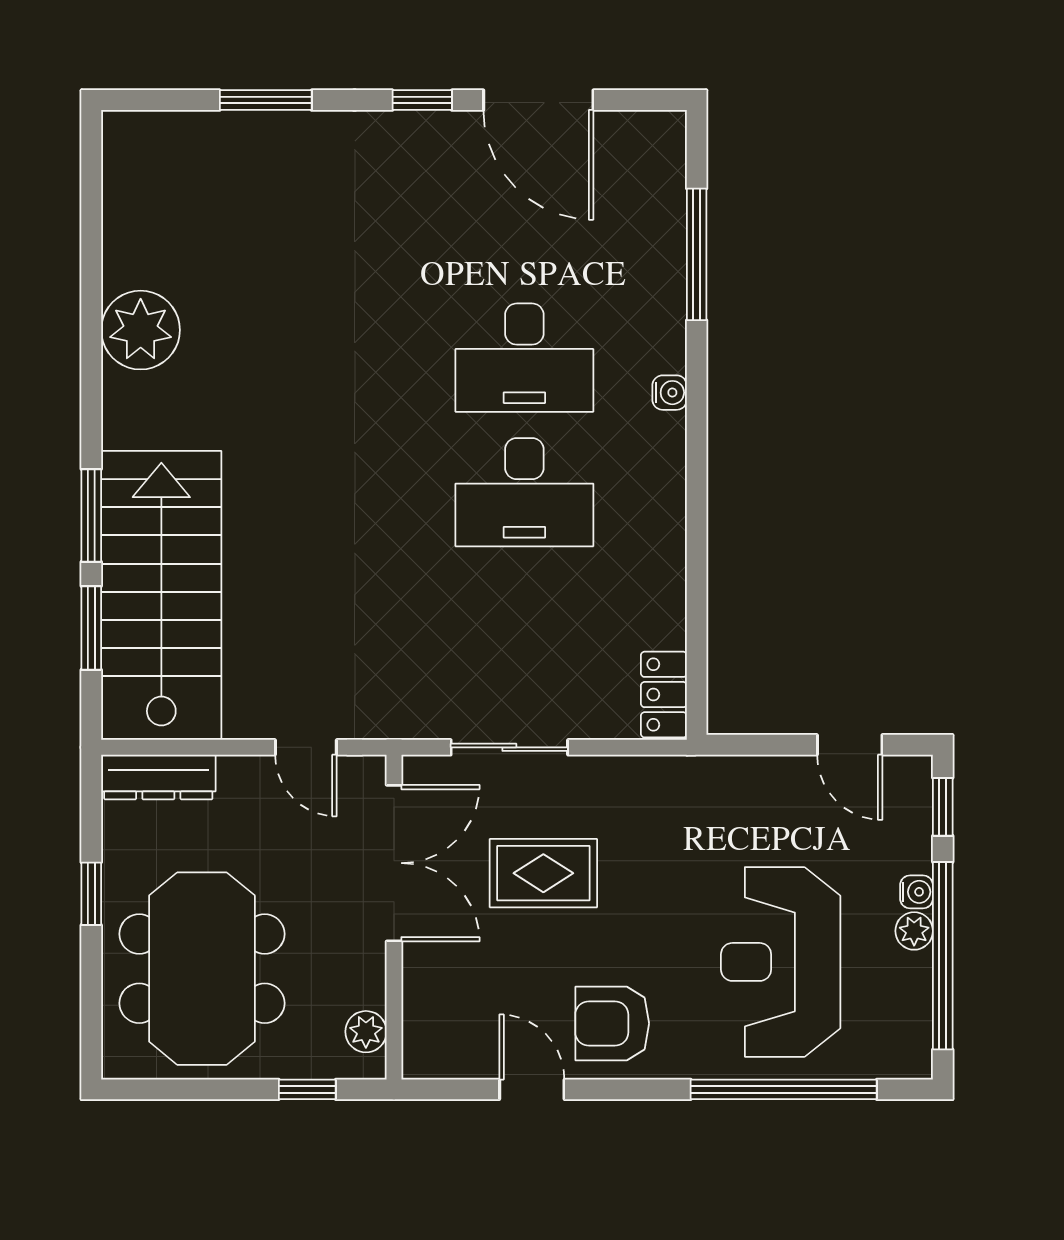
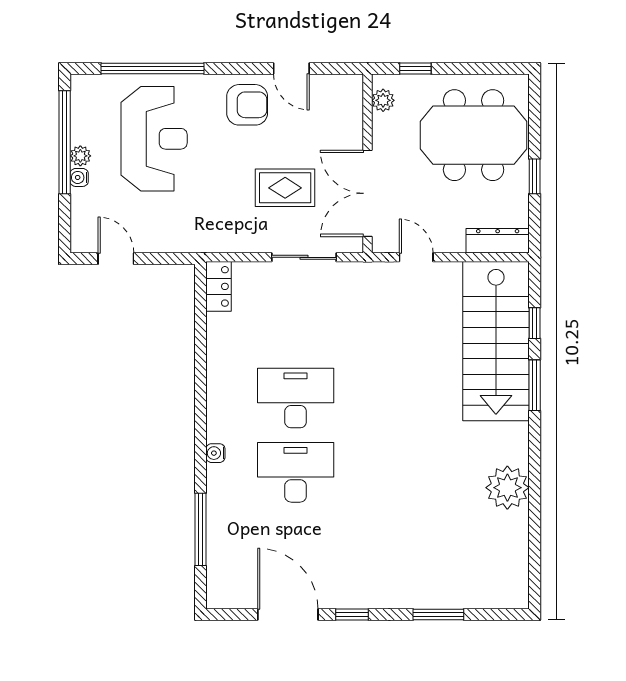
window: (91, 628) -> (535, 323), width x0.67
window: (943, 807) -> (65, 224), removed
meeting table: (202, 969) -> (474, 135), turned 90

